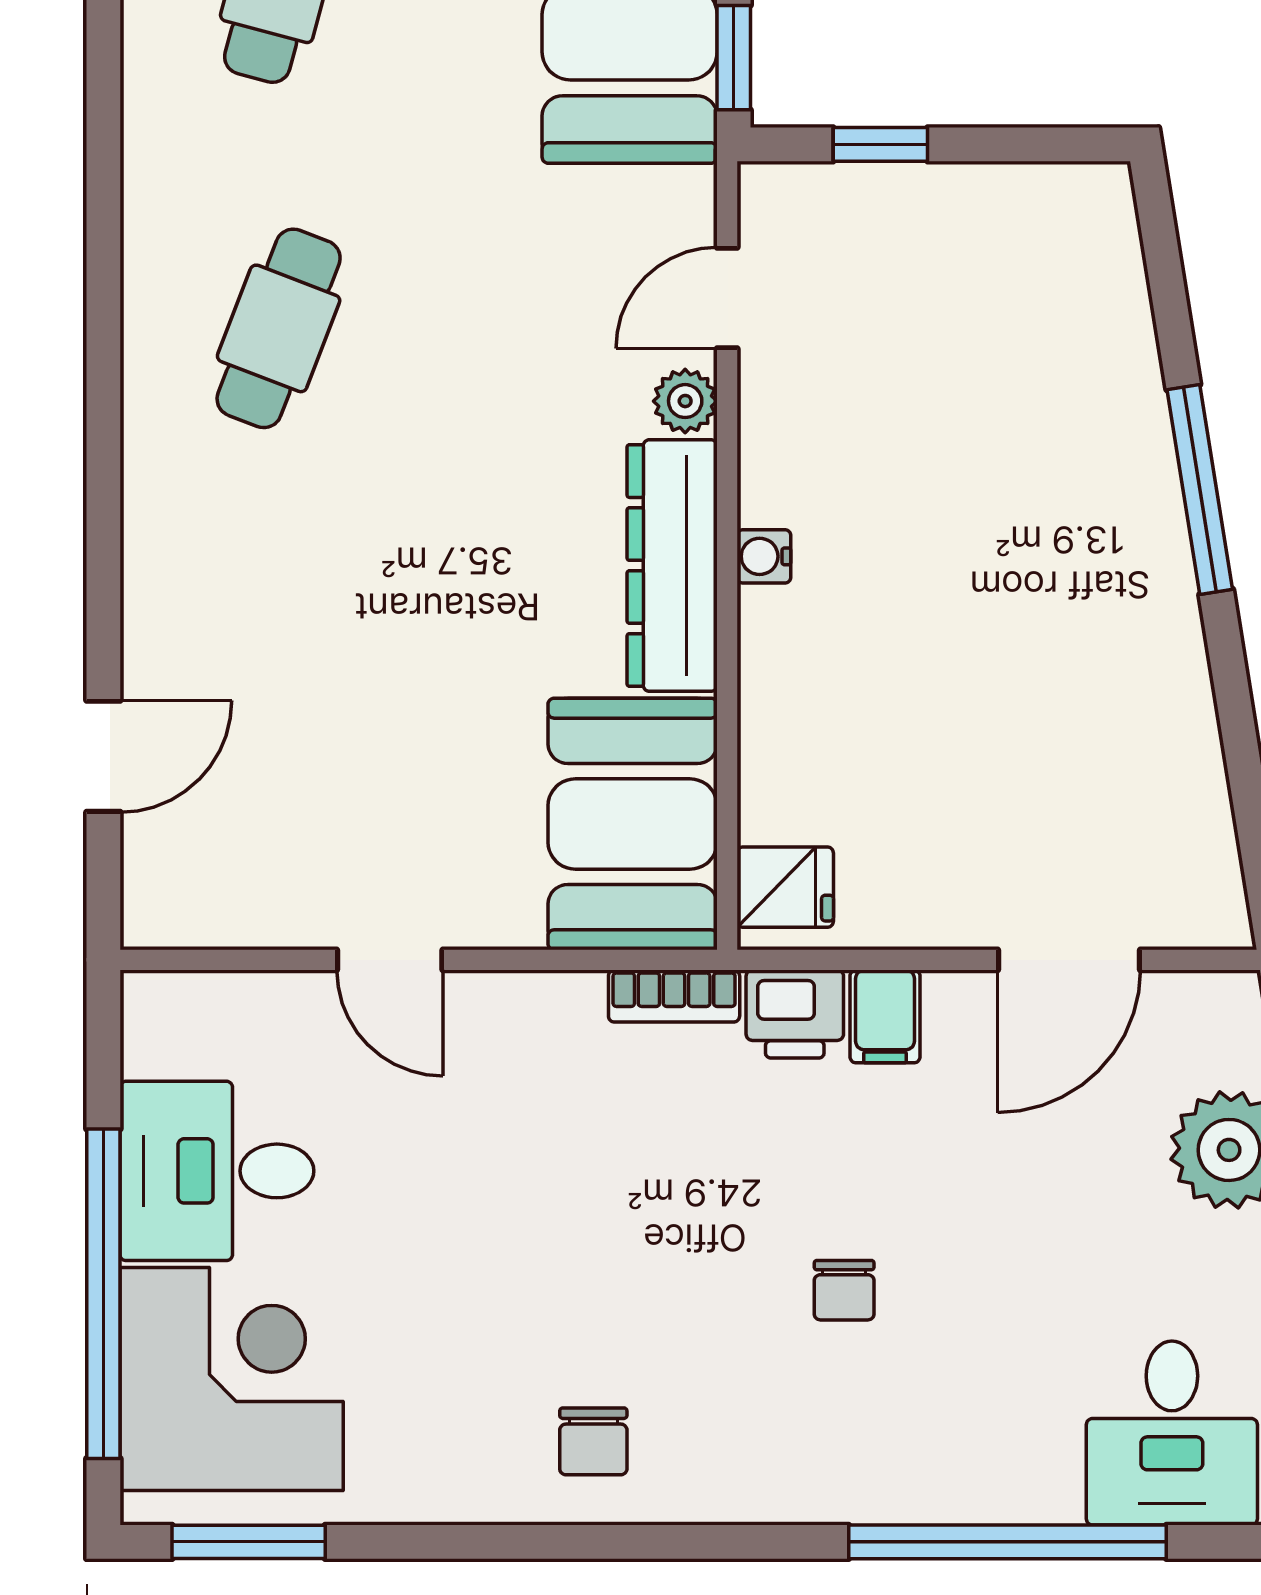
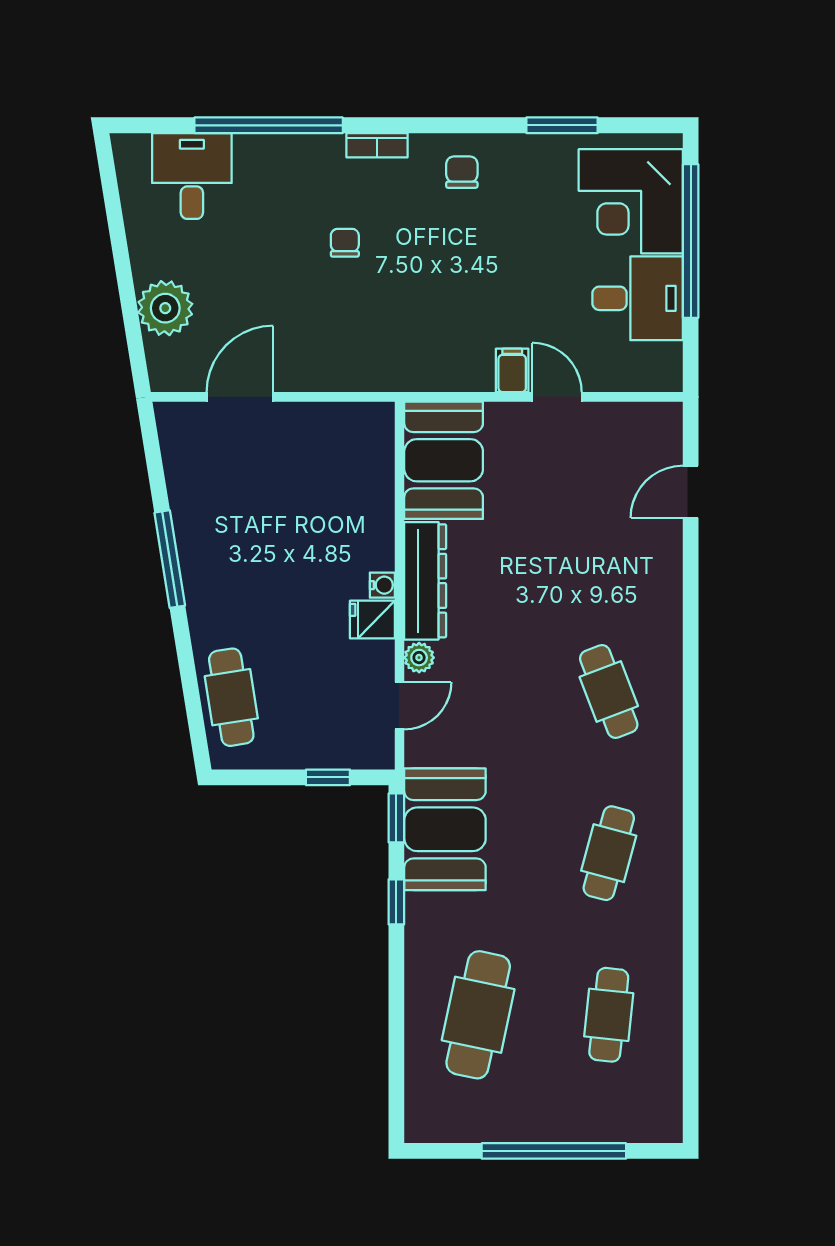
cafe table: (1087, 316) -> (231, 697), added
cafe table: (279, 328) -> (609, 691), turned -42
window: (1200, 489) -> (170, 559), moved
fridge: (785, 887) -> (372, 620), moved
bookcase: (674, 996) -> (377, 145), moved, turned 180
printer: (795, 1014) -> (368, 372), removed
filing cabinet: (885, 1016) -> (512, 370), moved
window: (249, 1542) -> (562, 125), moved

